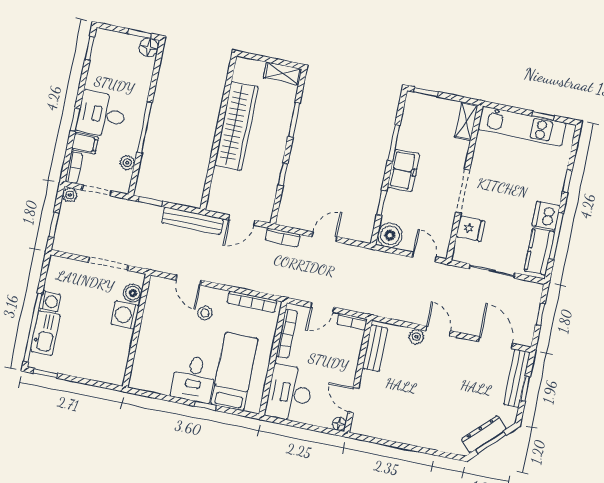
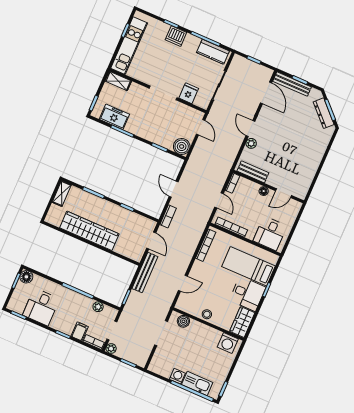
desk: (102, 114) -> (41, 307), moved
freezer: (404, 170) -> (114, 117), moved
dishwasher: (546, 216) -> (176, 36), moved
door: (424, 257) -> (201, 127), swing flipped
stool: (205, 313) -> (207, 314), moved
washing machine: (125, 315) -> (228, 343), moved
door: (438, 331) -> (250, 129), hinge flipped
door: (496, 343) -> (266, 93), swing flipped
wardrobe: (150, 380) -> (242, 322), added
desk: (290, 393) -> (270, 233), width x0.73
floor lamp: (339, 424) -> (264, 191), moved

